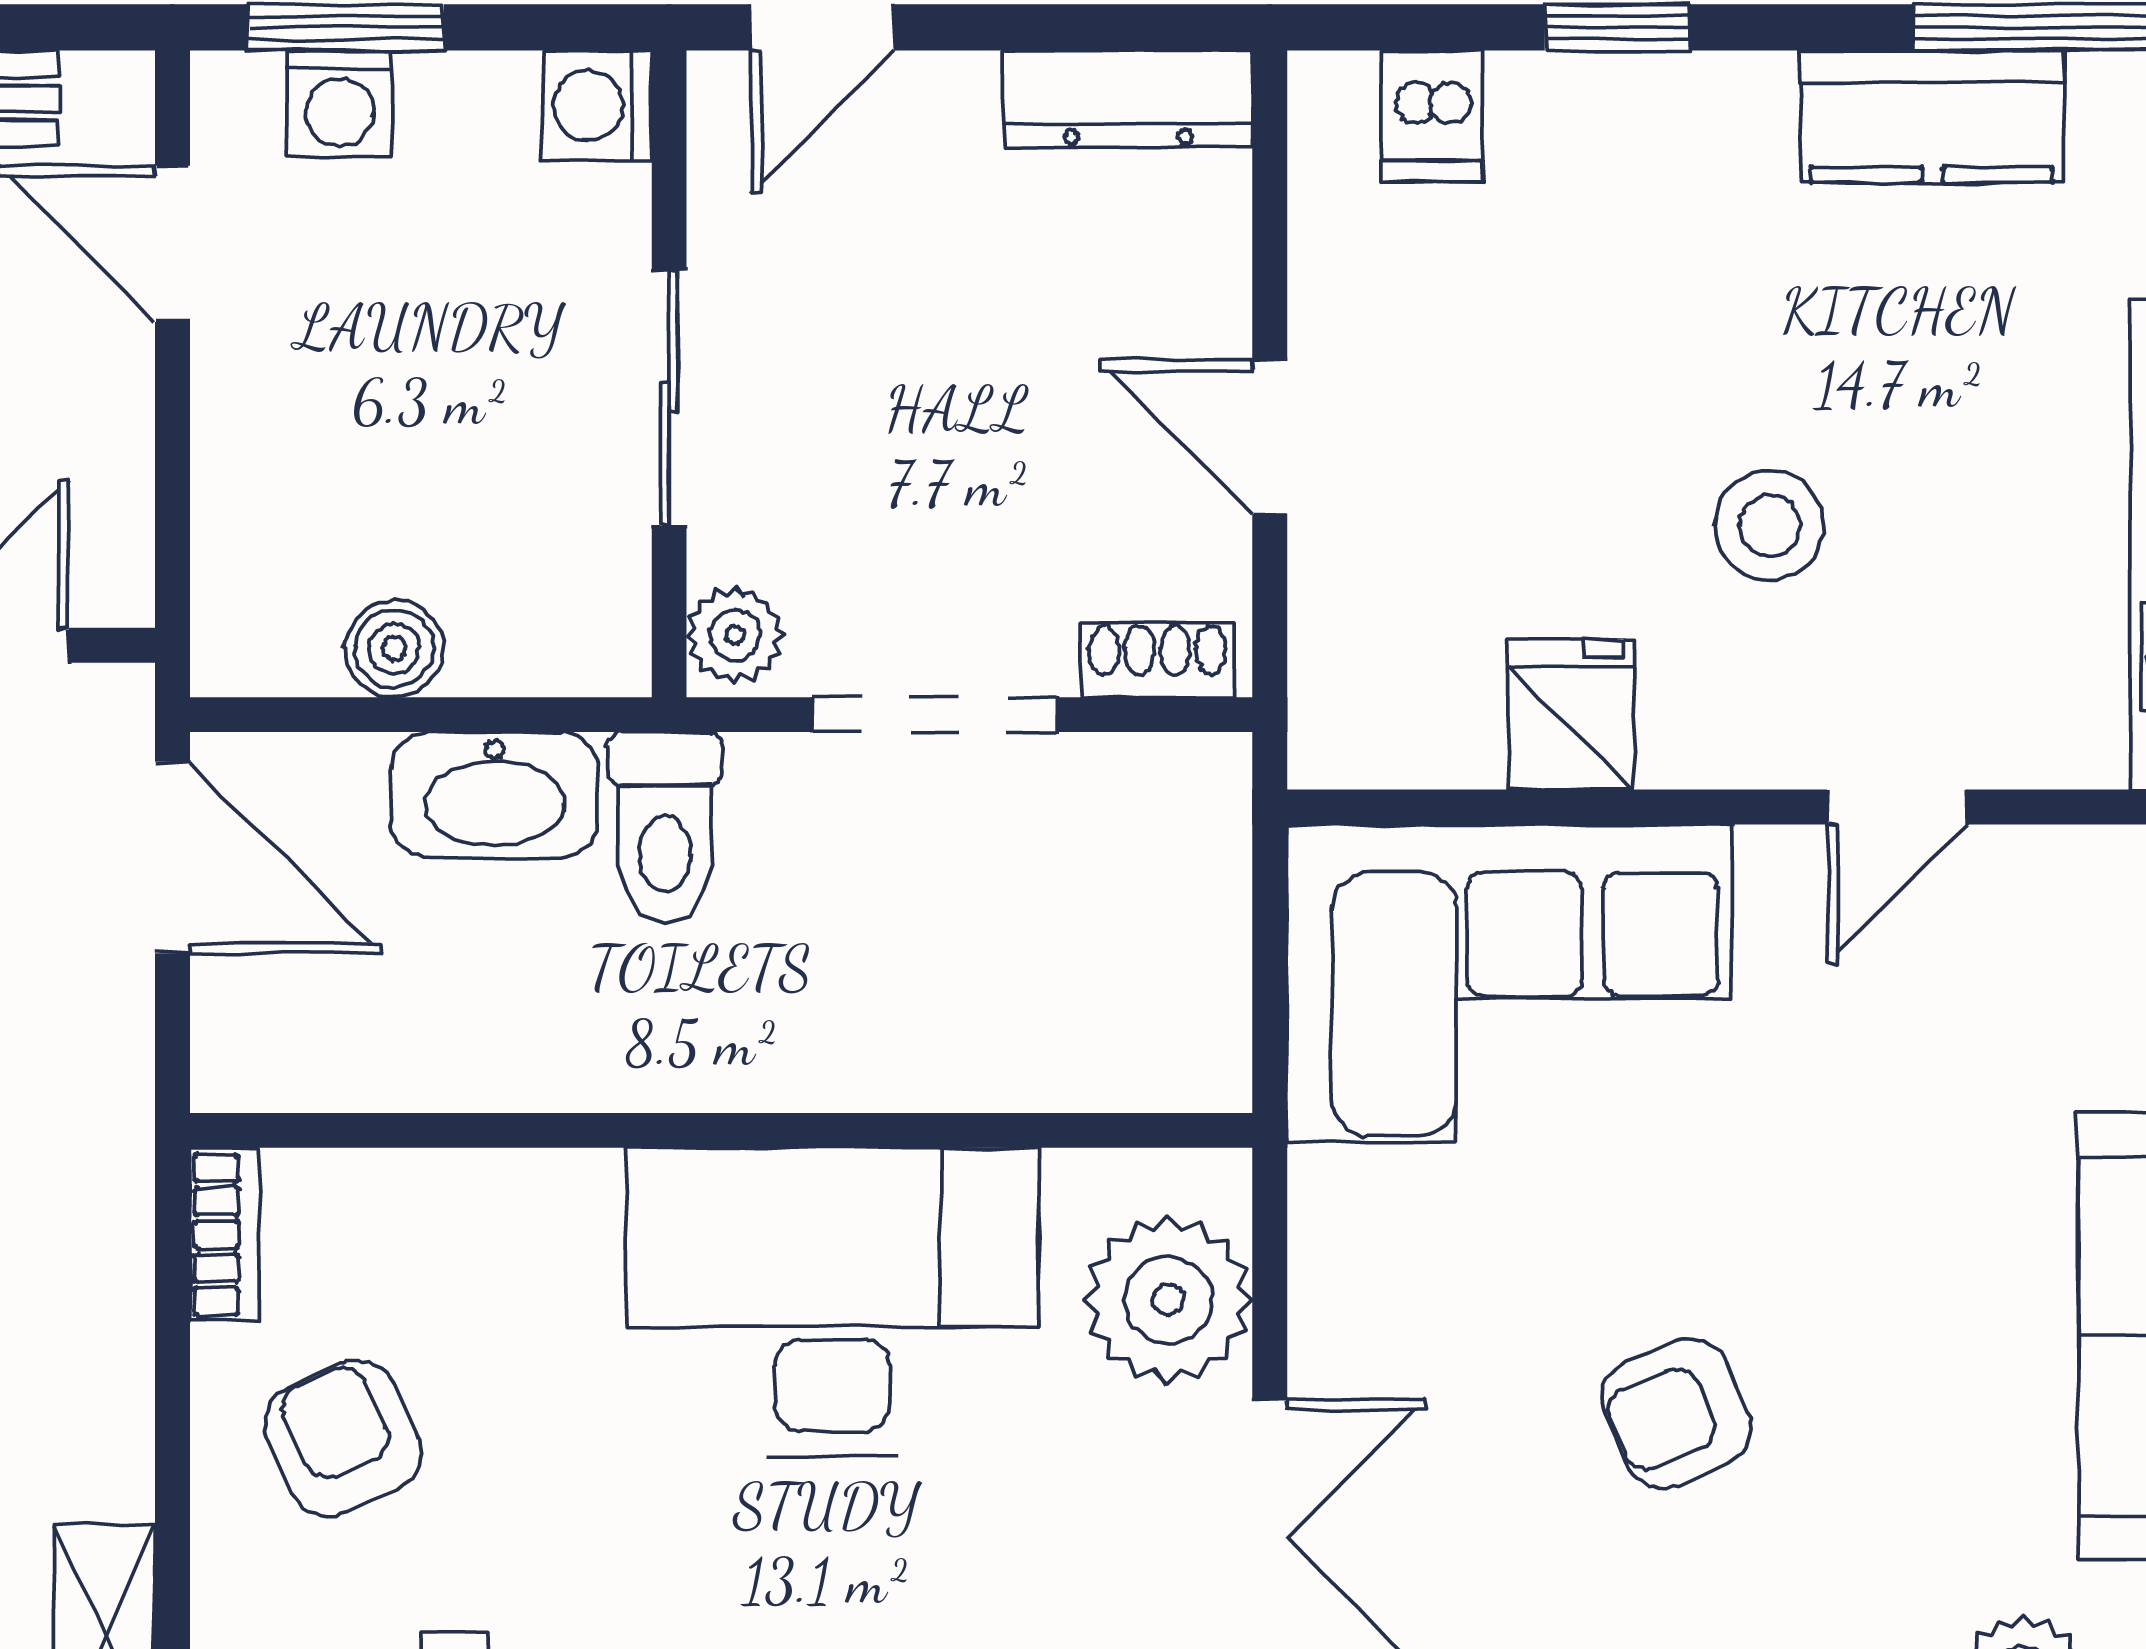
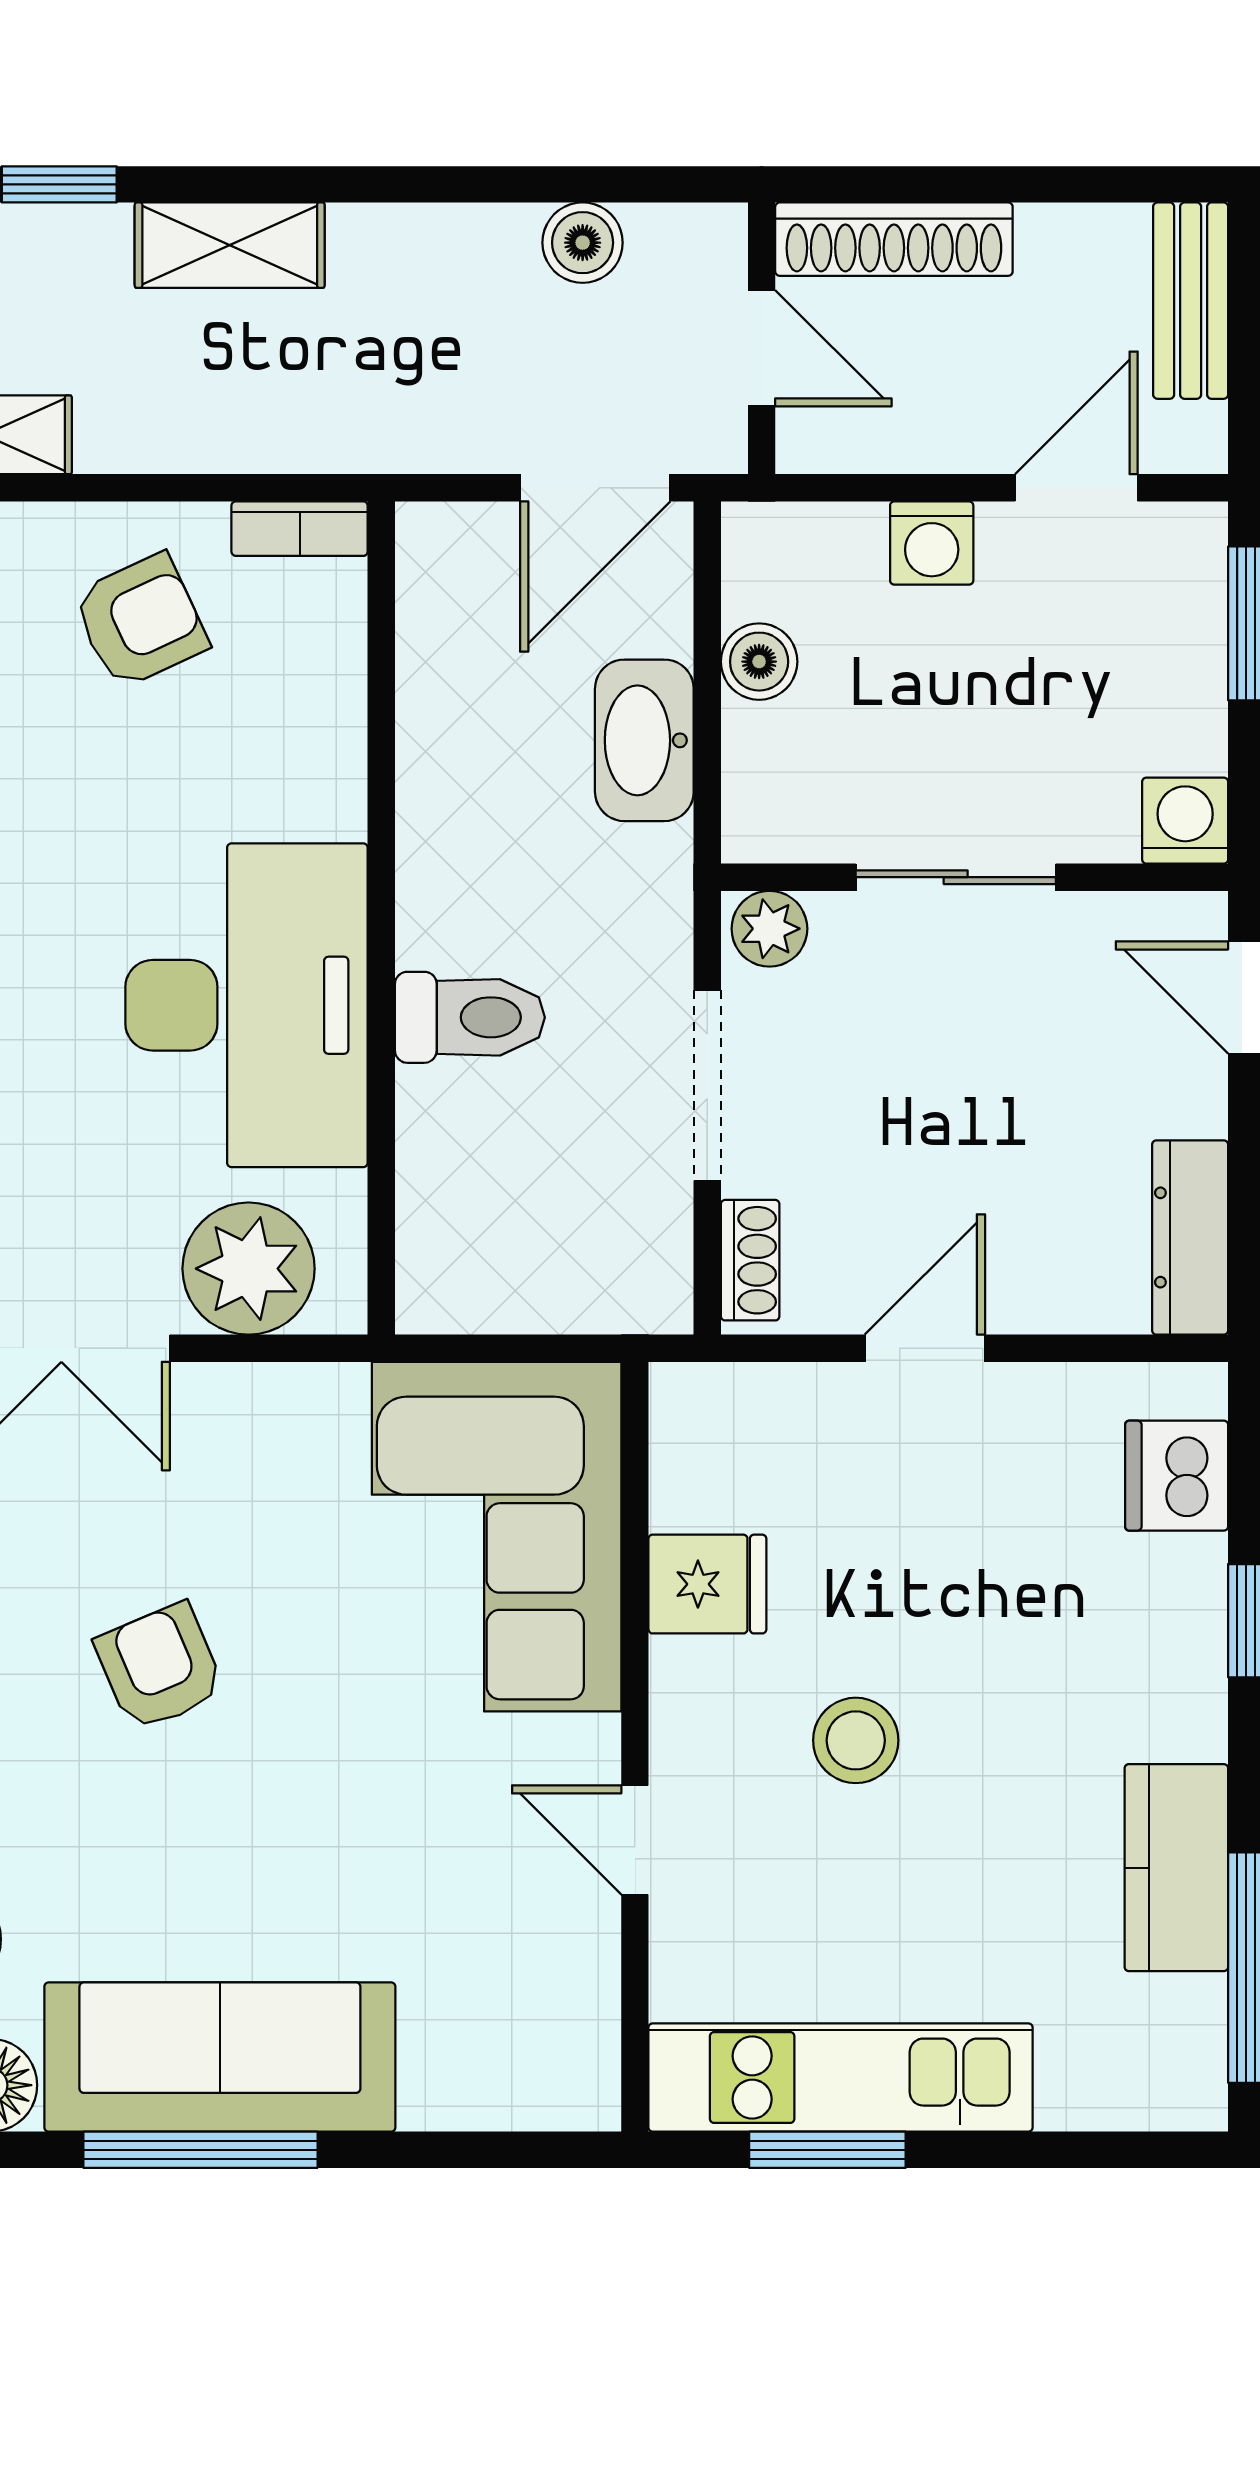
washing machine: (340, 104) -> (932, 543), moved, turned -90
dishwasher: (1432, 116) -> (1177, 1476), width x1.38
toilet: (665, 828) -> (470, 1017), moved, turned 180

